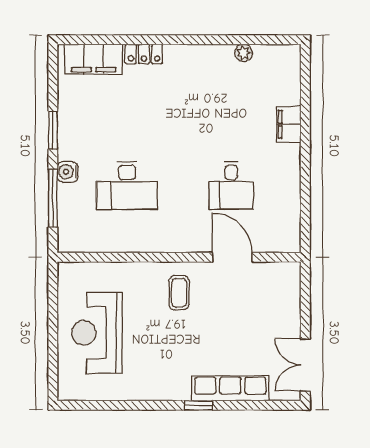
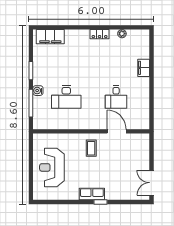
locker: (144, 54) -> (100, 34), moved
row of seats: (230, 389) -> (92, 194), moved, width x0.68

